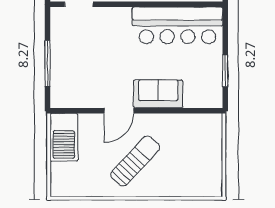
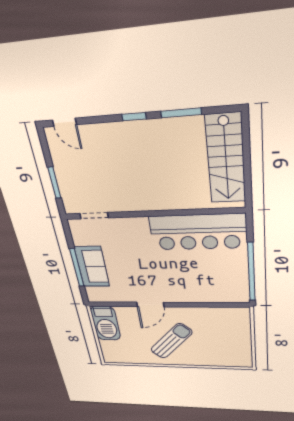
window: (225, 71) -> (251, 272), width x2.11
sofa: (158, 94) -> (92, 267), moved, turned 90

